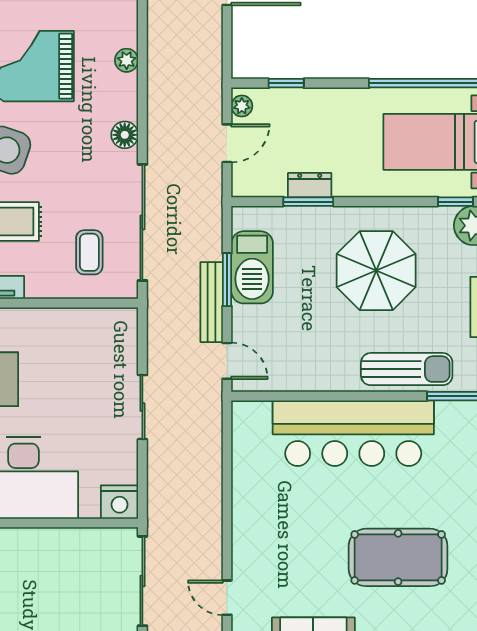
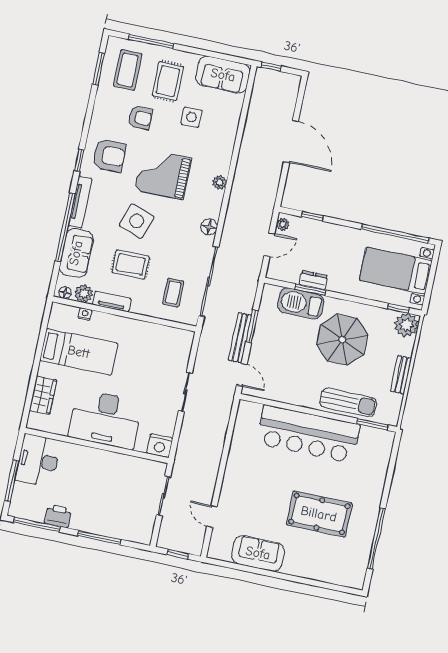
barbecue: (252, 267) -> (301, 303), moved, turned 90
sliding door: (142, 581) -> (163, 496), width x0.73

